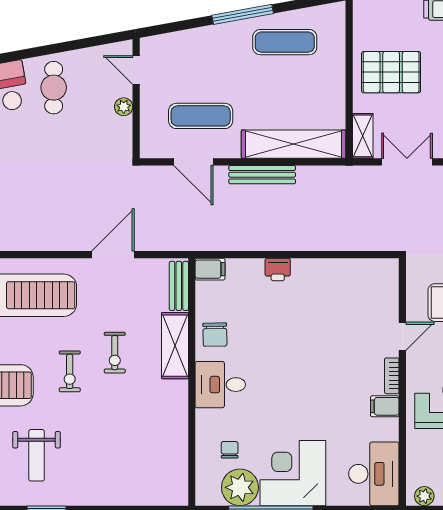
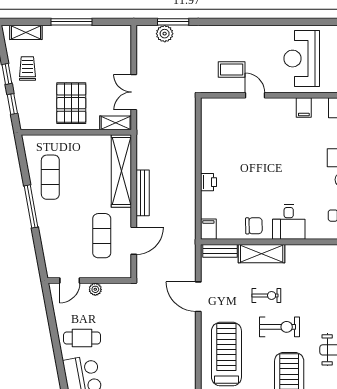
exercise bike: (70, 371) -> (279, 327), width x1.38, depth x1.39
bookcase: (392, 376) -> (283, 103), removed

